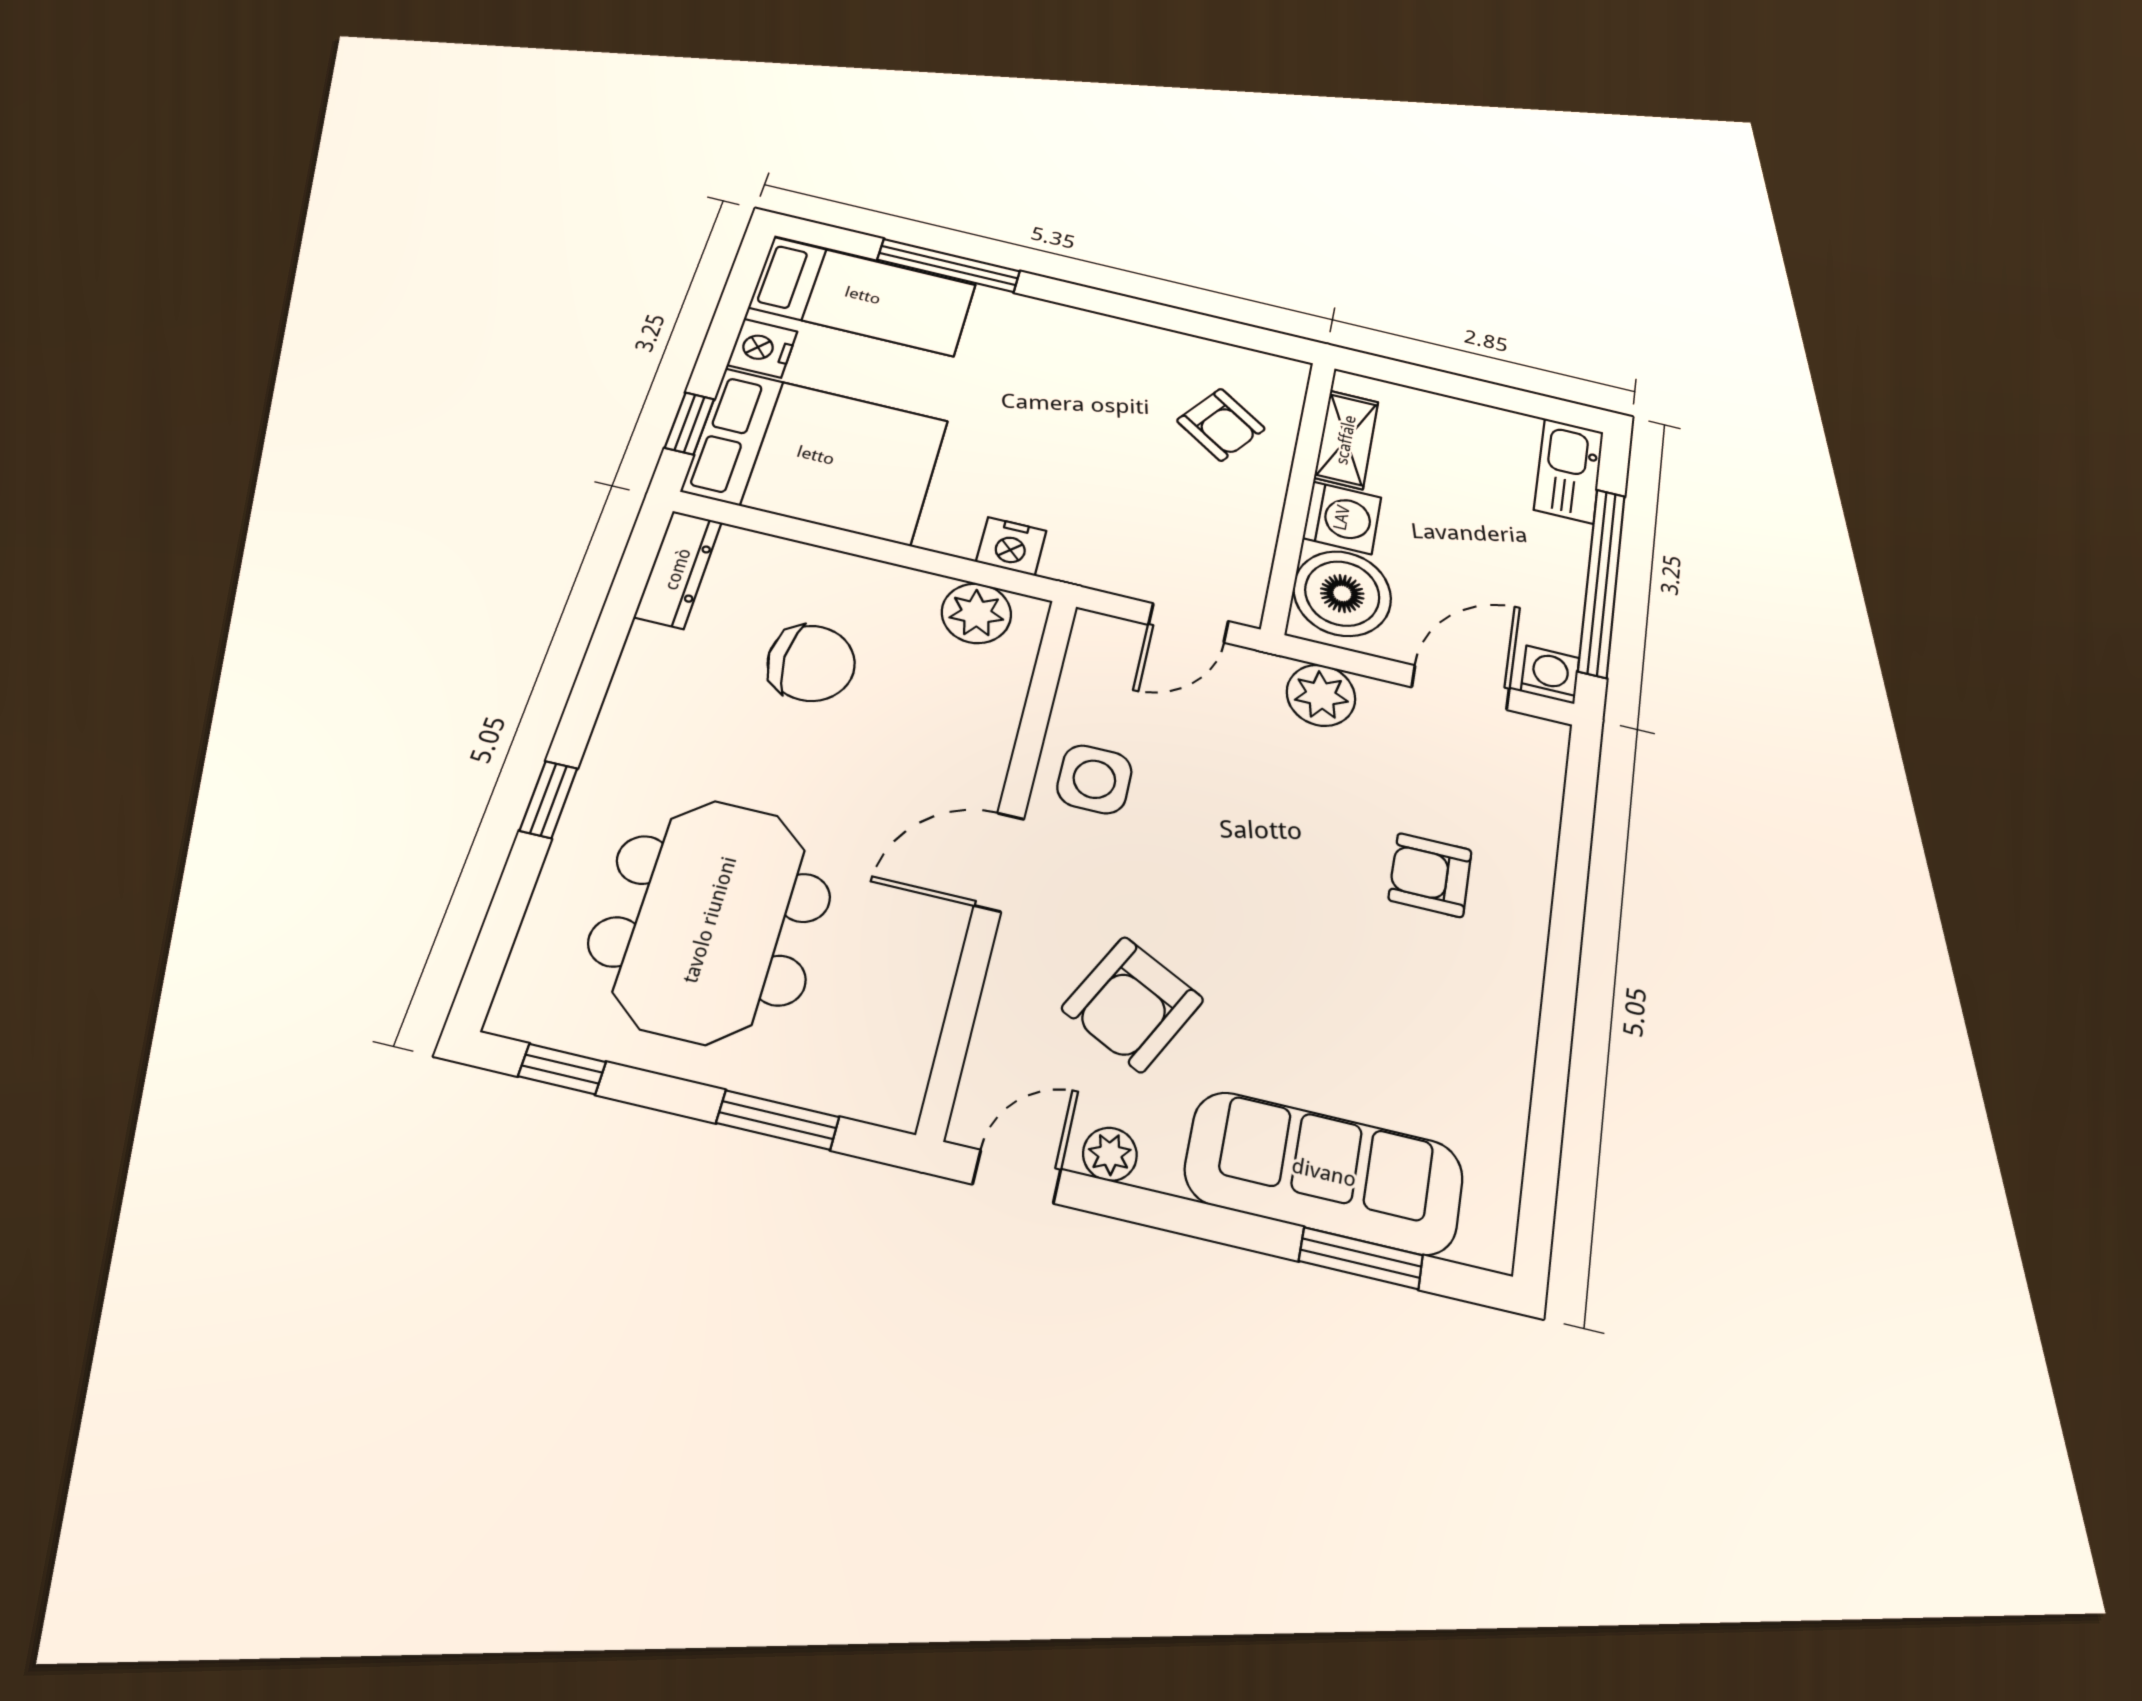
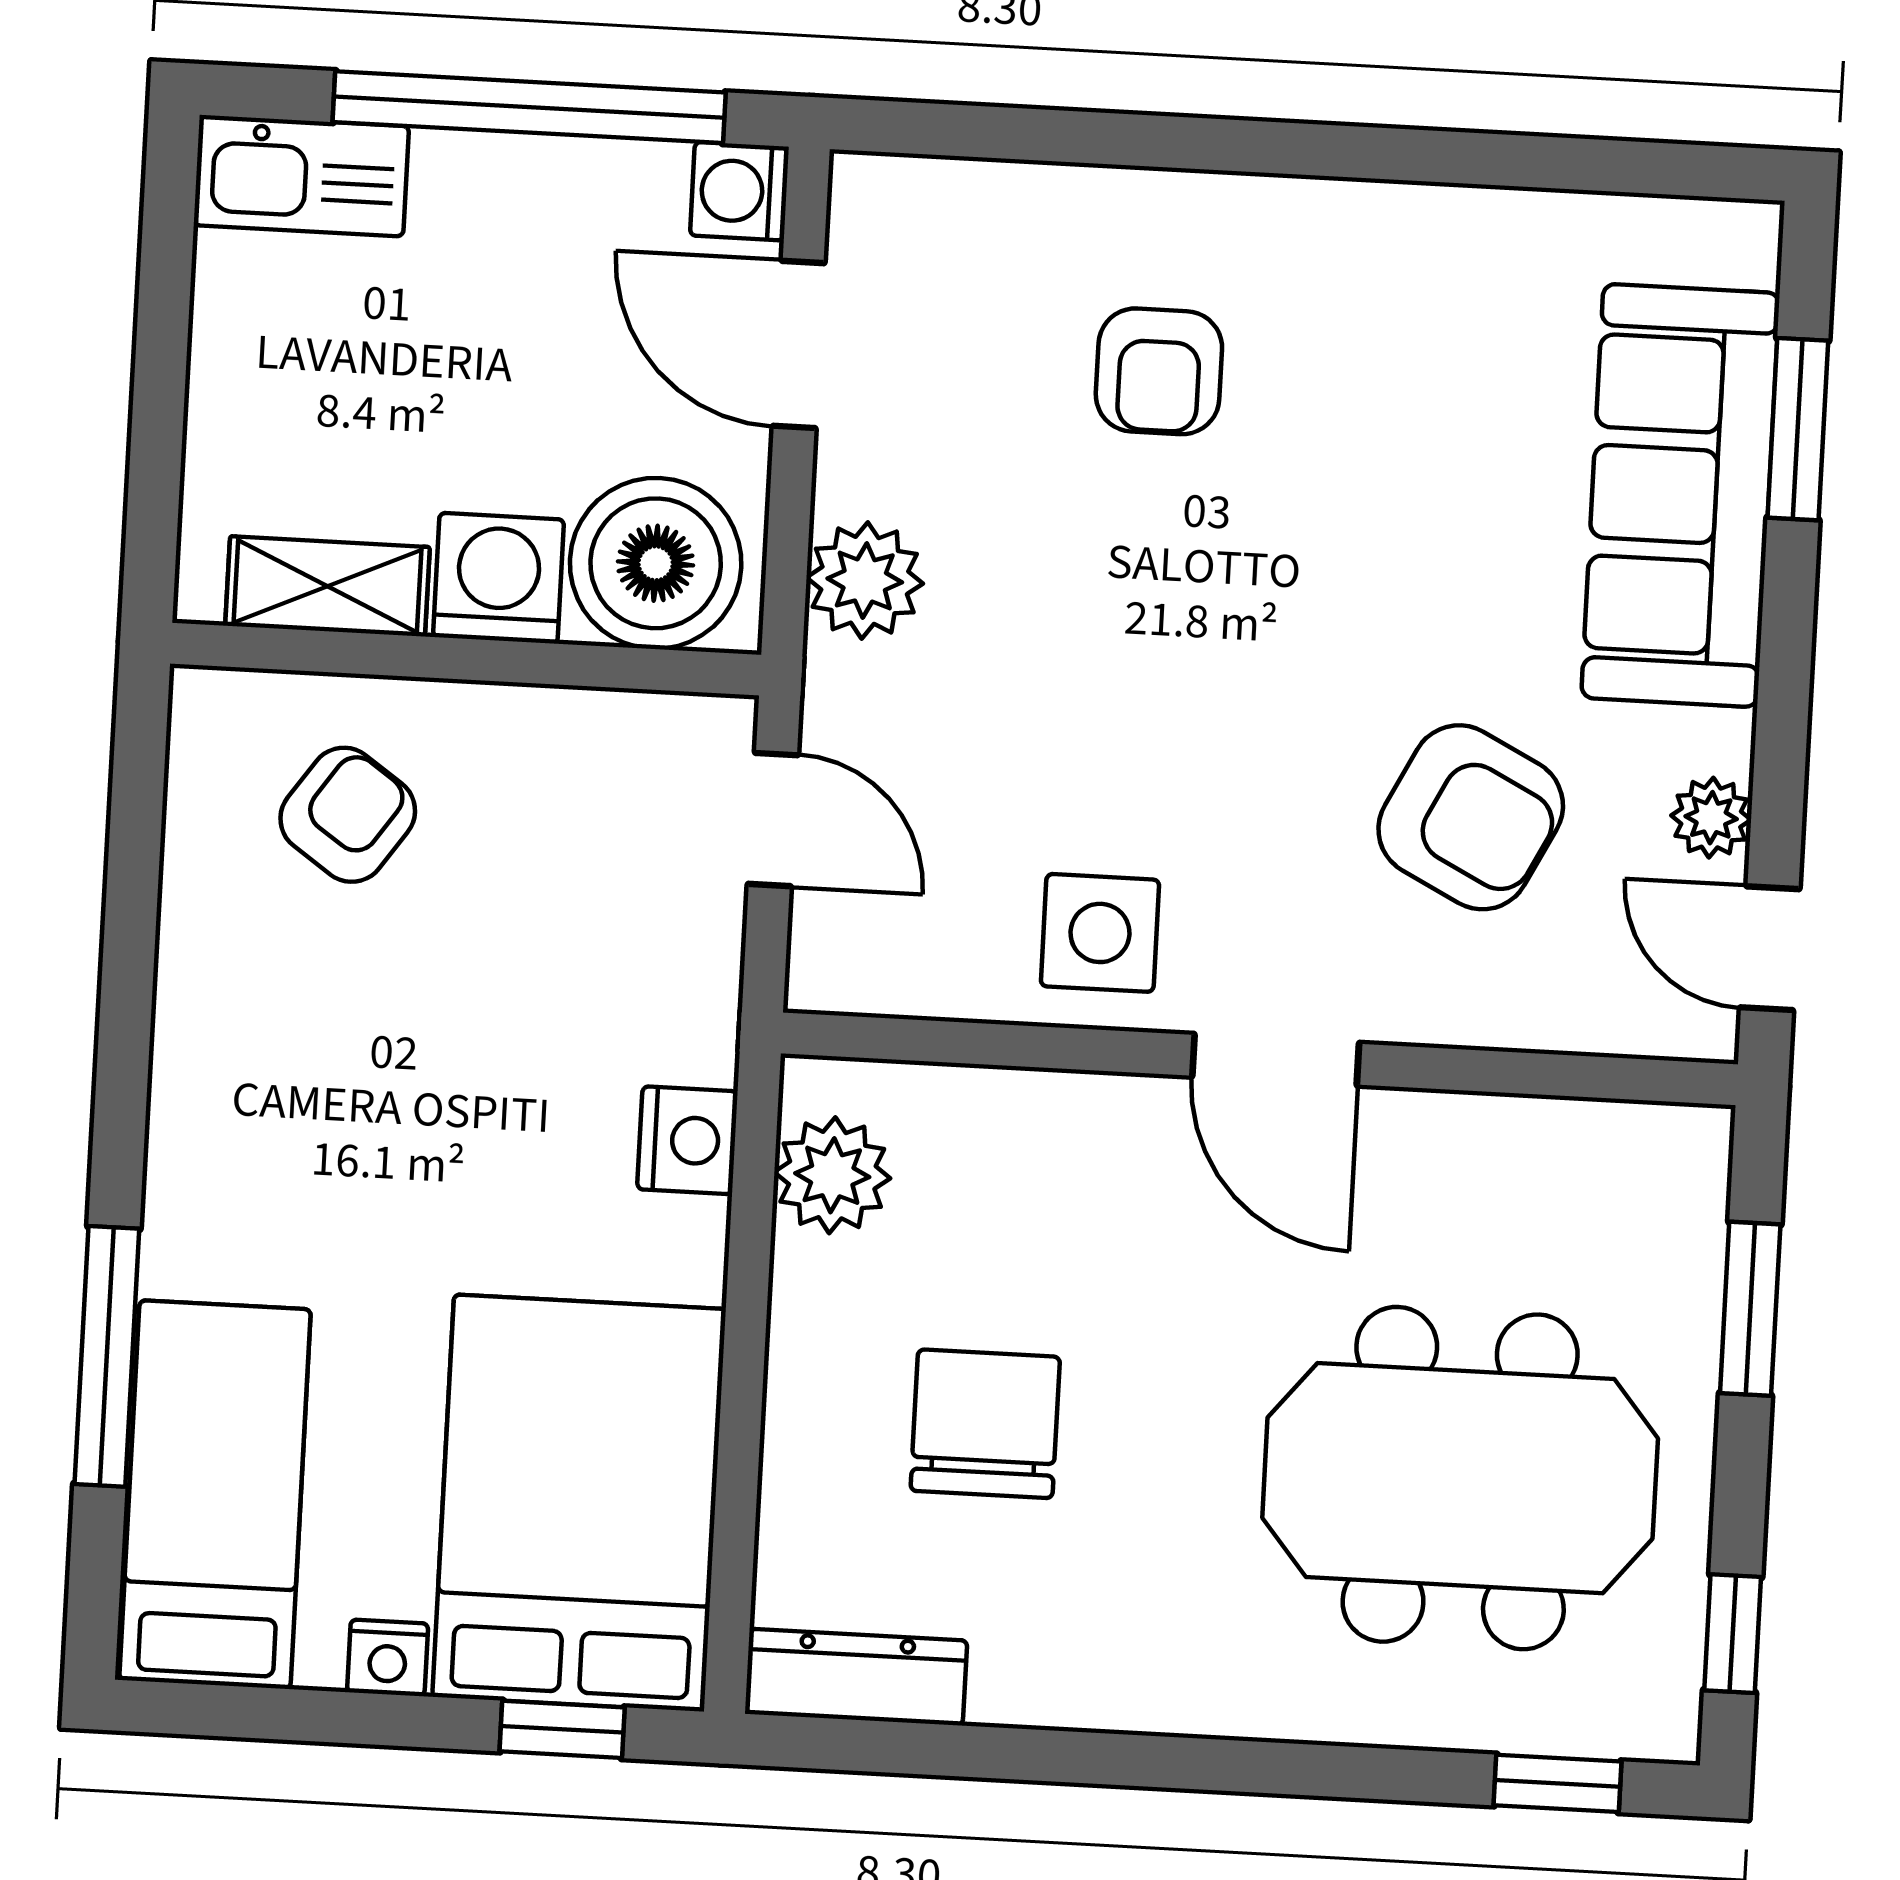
nightstand: (762, 348) -> (388, 1658), width x0.72, depth x0.74
window: (548, 800) -> (1558, 1783), moved

